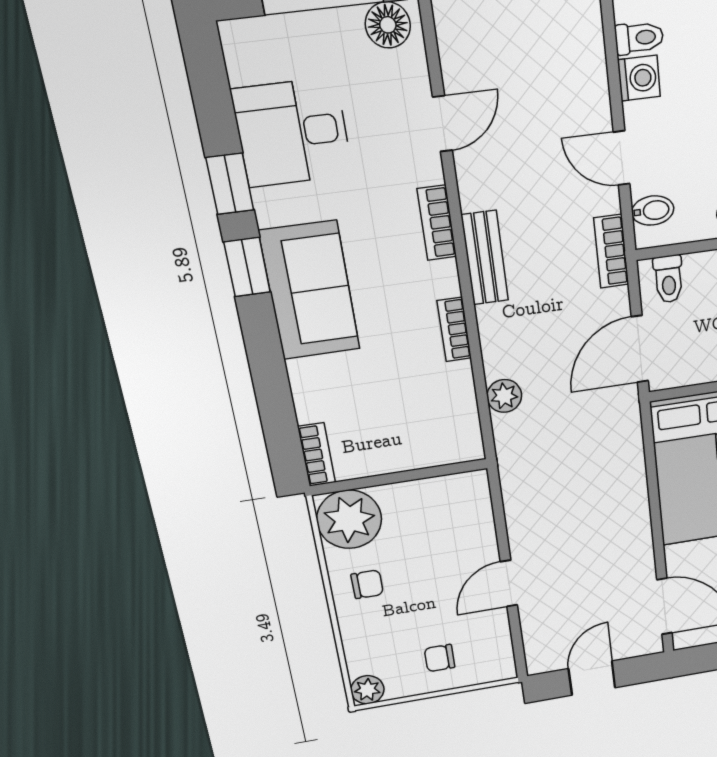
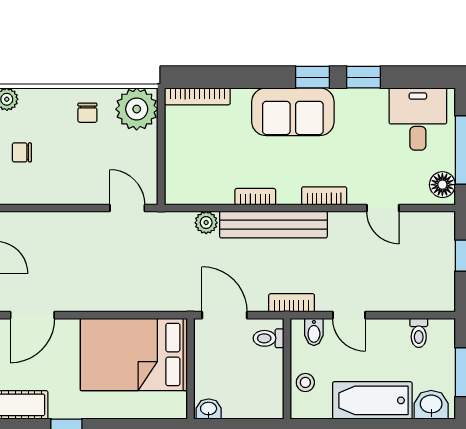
washing machine: (639, 78) -> (395, 331), removed
desk: (292, 133) -> (418, 119), moved
door: (622, 158) -> (349, 315), swing flipped
bench: (485, 258) -> (273, 225), width x1.86, depth x1.21
bookcase: (317, 455) -> (197, 96), width x1.56
door: (509, 583) -> (127, 208), moved
chair: (440, 658) -> (22, 152), turned -90

